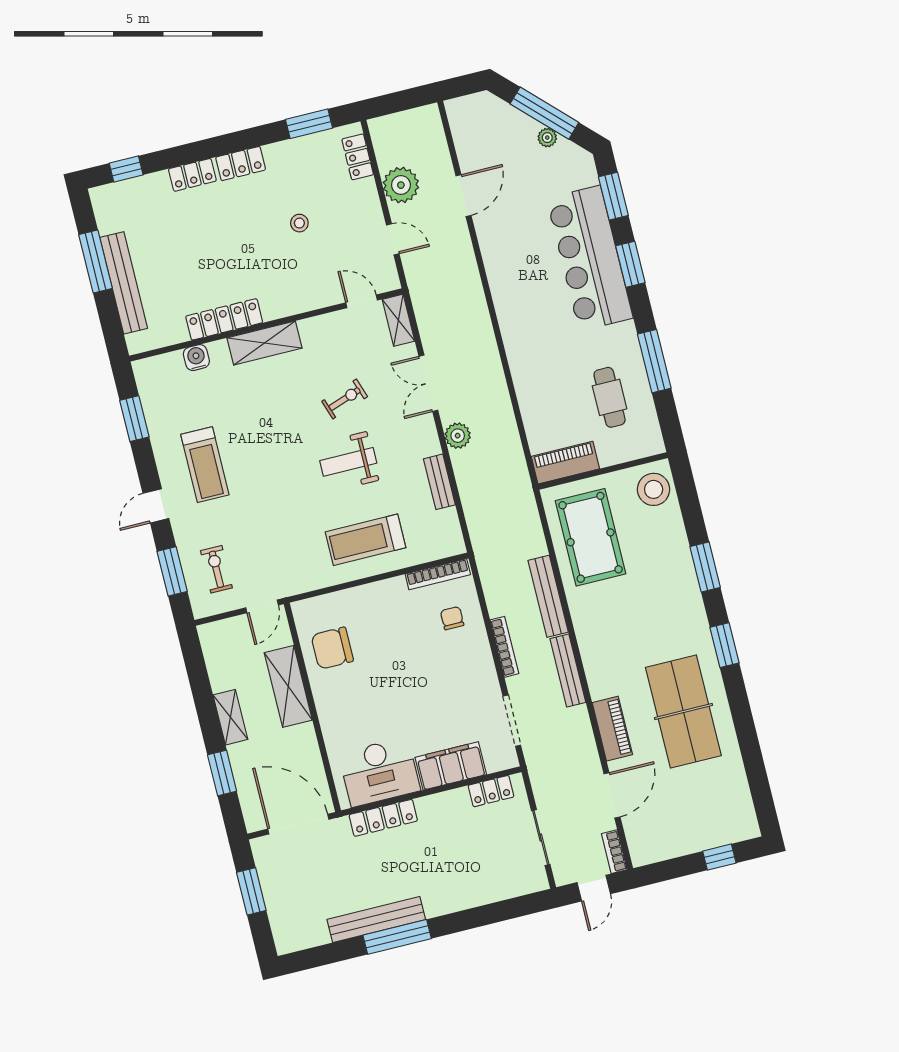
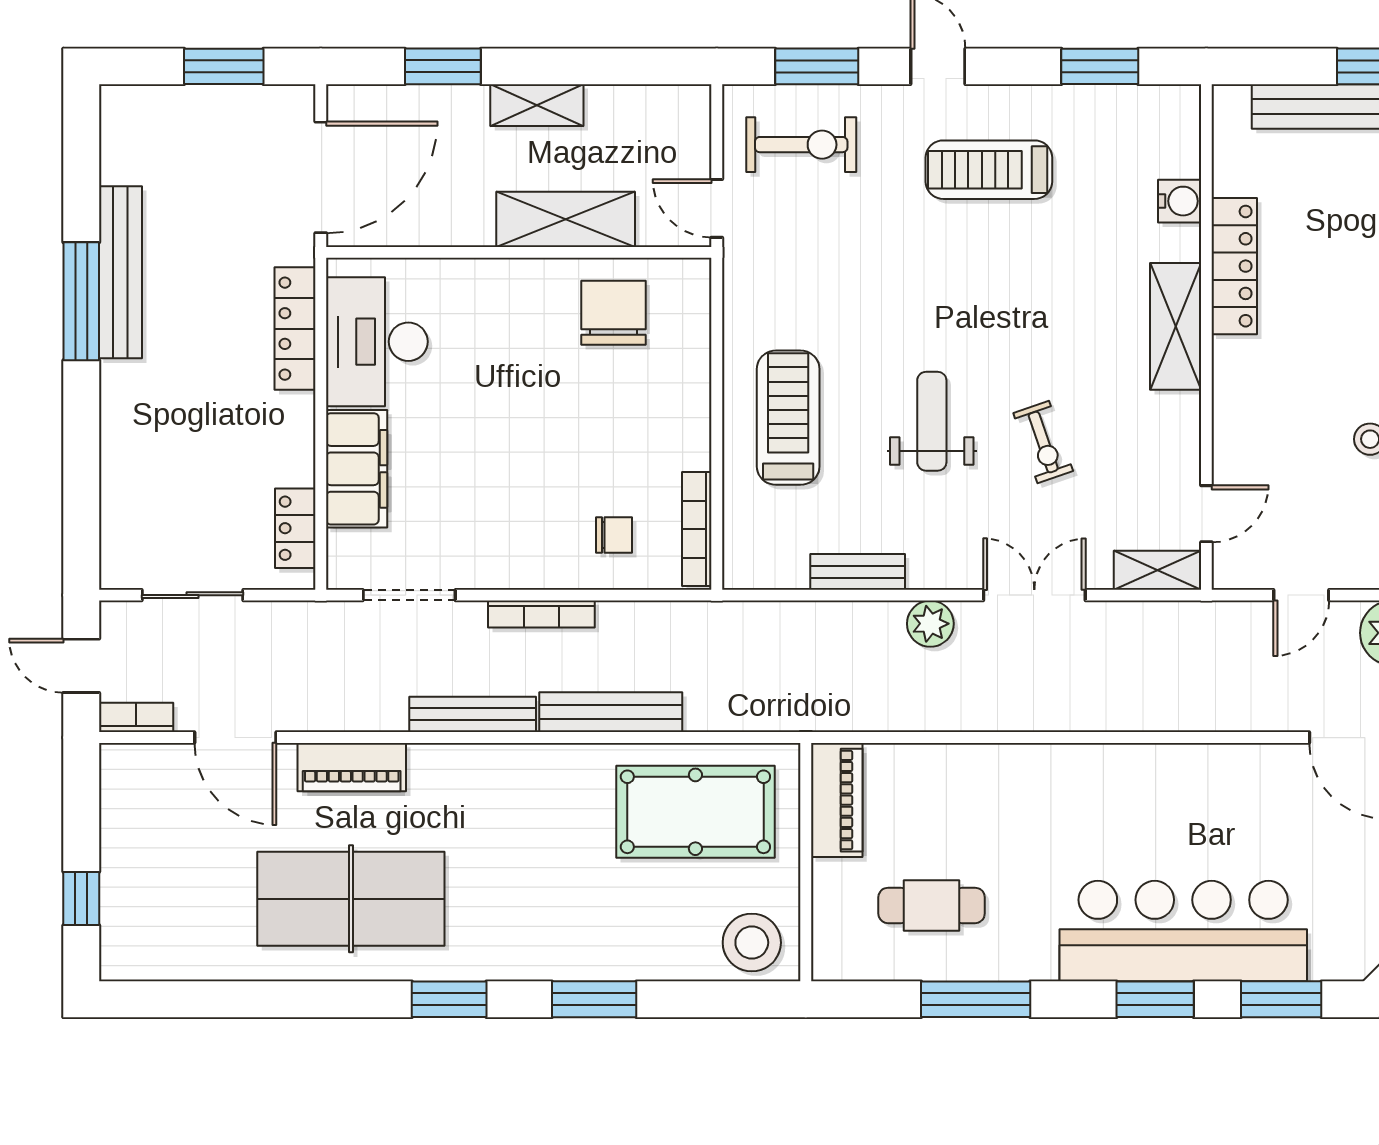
exercise bike: (216, 569) -> (801, 145), width x1.38, depth x1.39

